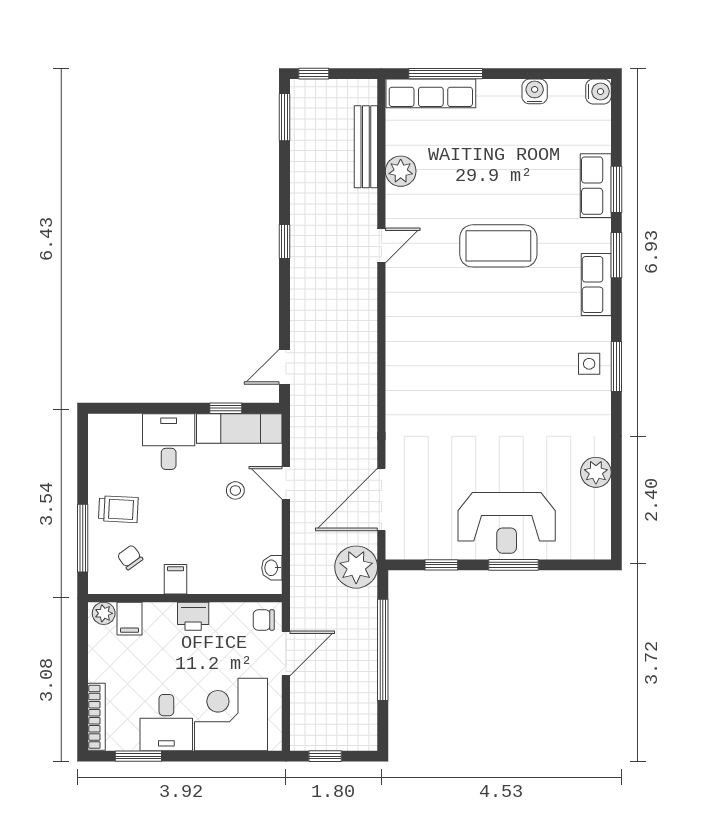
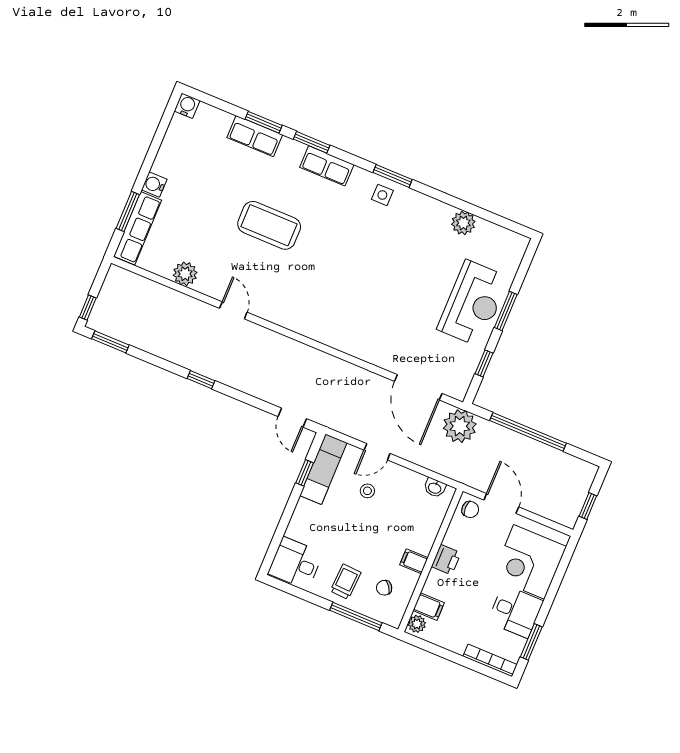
window: (446, 74) -> (128, 212), width x0.69
water cooler: (535, 91) -> (154, 184), moved
bench: (366, 147) -> (157, 292), removed
coffee table: (498, 246) -> (269, 225), turned 90
desk: (169, 442) -> (295, 563), moved
chair: (264, 620) -> (470, 509), turned -90

